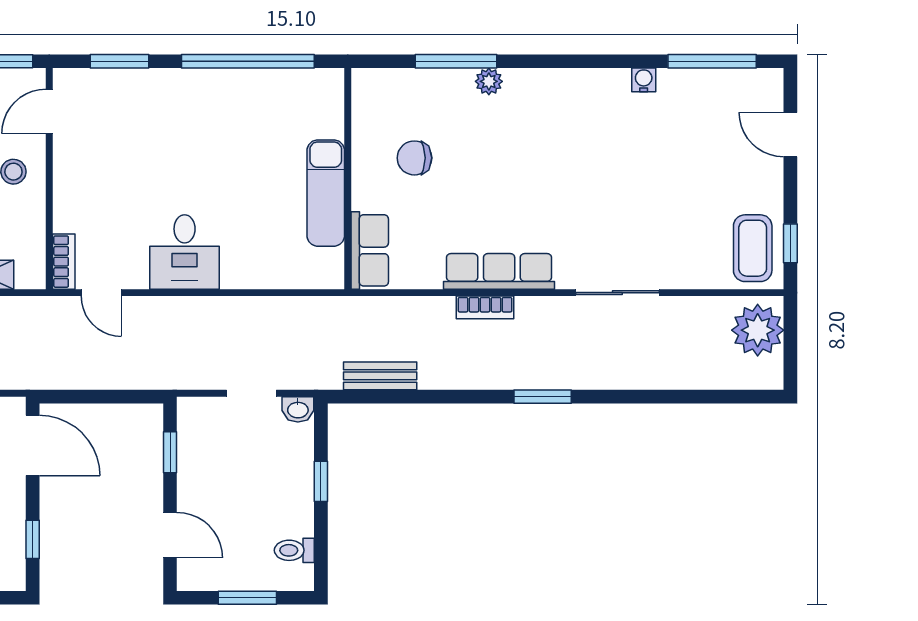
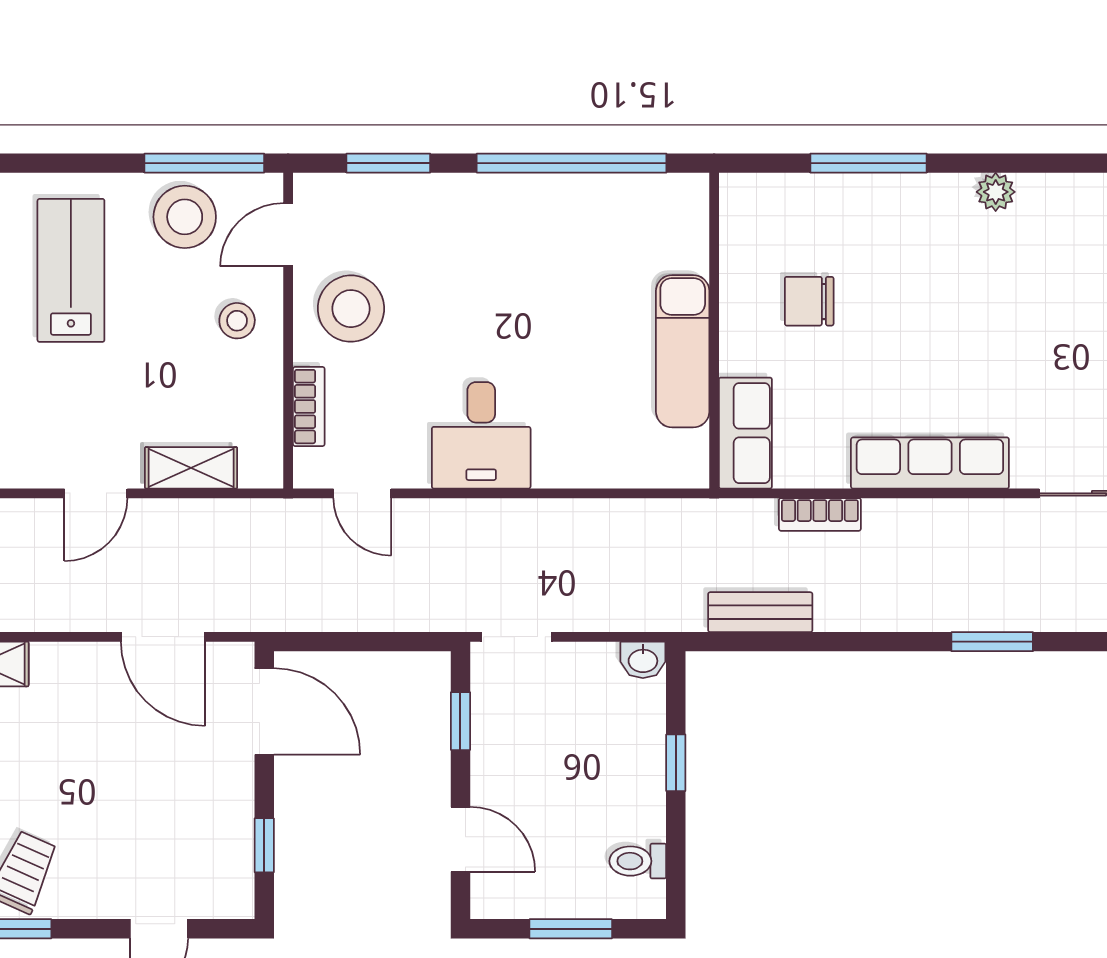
plant: (489, 81) -> (996, 192), moved
stool: (93, 163) -> (351, 309), added
bookcase: (64, 262) -> (309, 407), moved
bookcase: (485, 307) -> (820, 514), moved
doorway: (251, 393) -> (516, 637), moved

